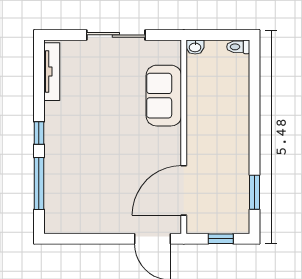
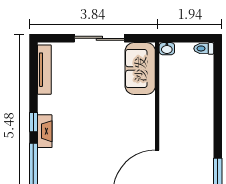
sofa: (164, 96) -> (140, 69), moved
fireplace: (52, 144) -> (45, 131), added

